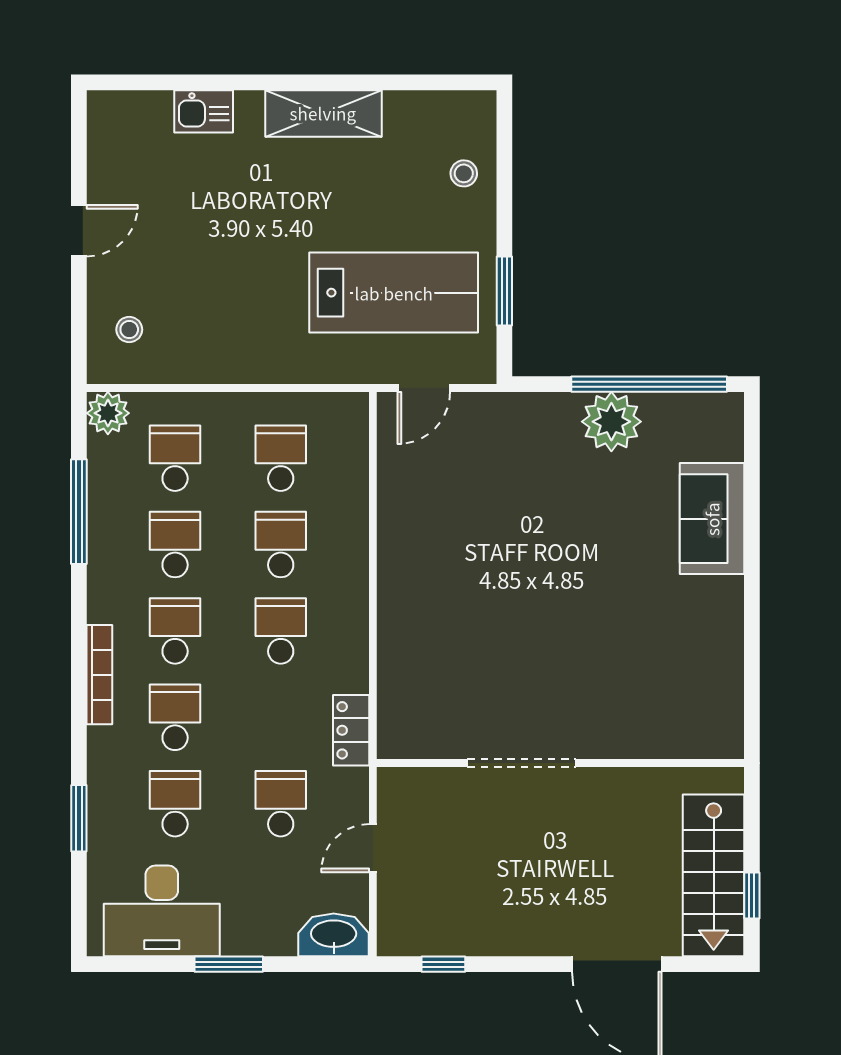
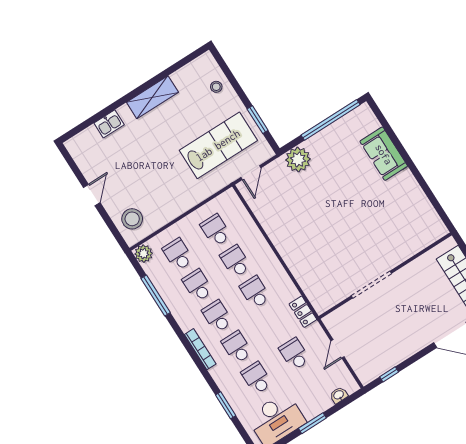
stool: (129, 330) -> (132, 219), width x1.89, depth x1.89
plant: (611, 422) -> (298, 160), moved
washbasin: (334, 935) -> (339, 395), width x0.52, depth x0.69

